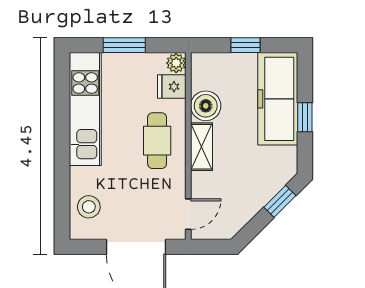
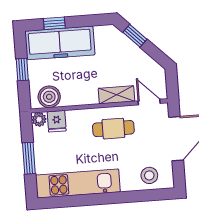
boiler: (206, 106) -> (49, 97), moved
window: (305, 117) -> (54, 23), moved
cafe table: (157, 141) -> (113, 129), moved
shelving: (201, 147) -> (116, 95), moved

